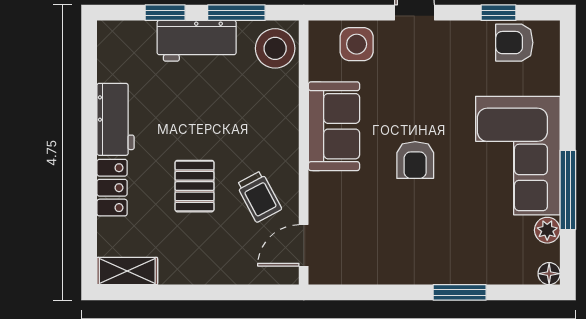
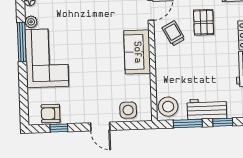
armchair: (514, 43) -> (51, 114), turned 180
sofa: (334, 126) -> (137, 52), moved
armchair: (415, 160) -> (97, 54), removed
pallet: (195, 186) -> (204, 22), moved

